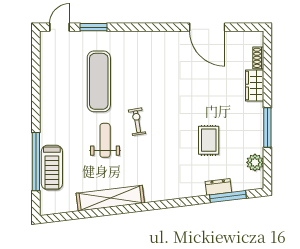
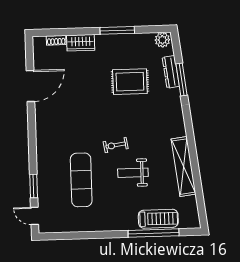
exercise mat: (99, 81) -> (81, 180), turned 90
rug: (209, 140) -> (130, 82), width x1.36, depth x1.43
plant: (255, 162) -> (162, 40), moved
dresser: (218, 187) -> (171, 72), width x1.44
window: (228, 197) -> (182, 79), moved

